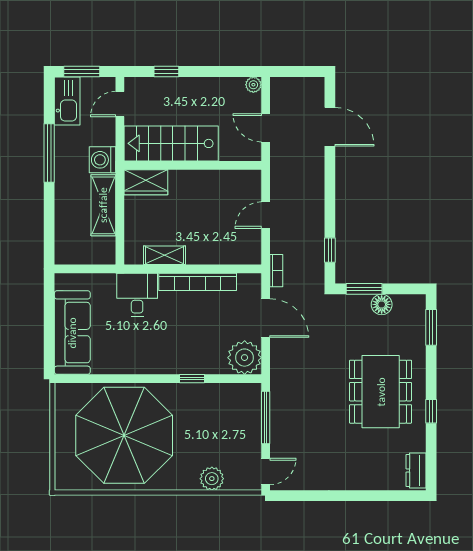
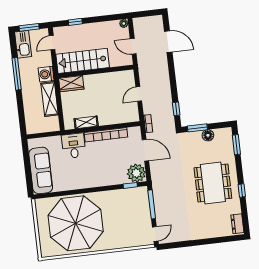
window: (192, 379) -> (130, 185), moved
plant: (212, 479) -> (126, 241), removed

